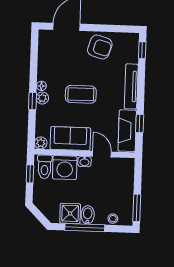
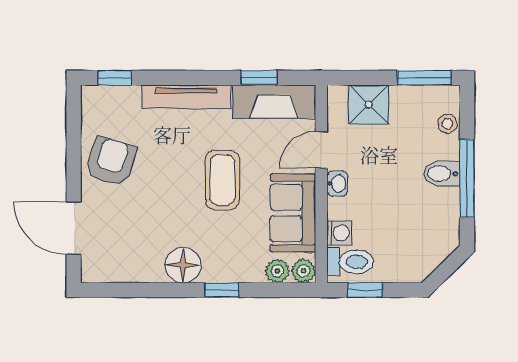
floor lamp: (41, 86) -> (183, 265), width x1.89, depth x1.89
coffee table: (81, 94) -> (222, 180), moved
plant: (42, 98) -> (277, 271), moved
washing machine: (65, 168) -> (339, 233), width x0.53, depth x0.53
shower: (70, 213) -> (369, 105), moved

